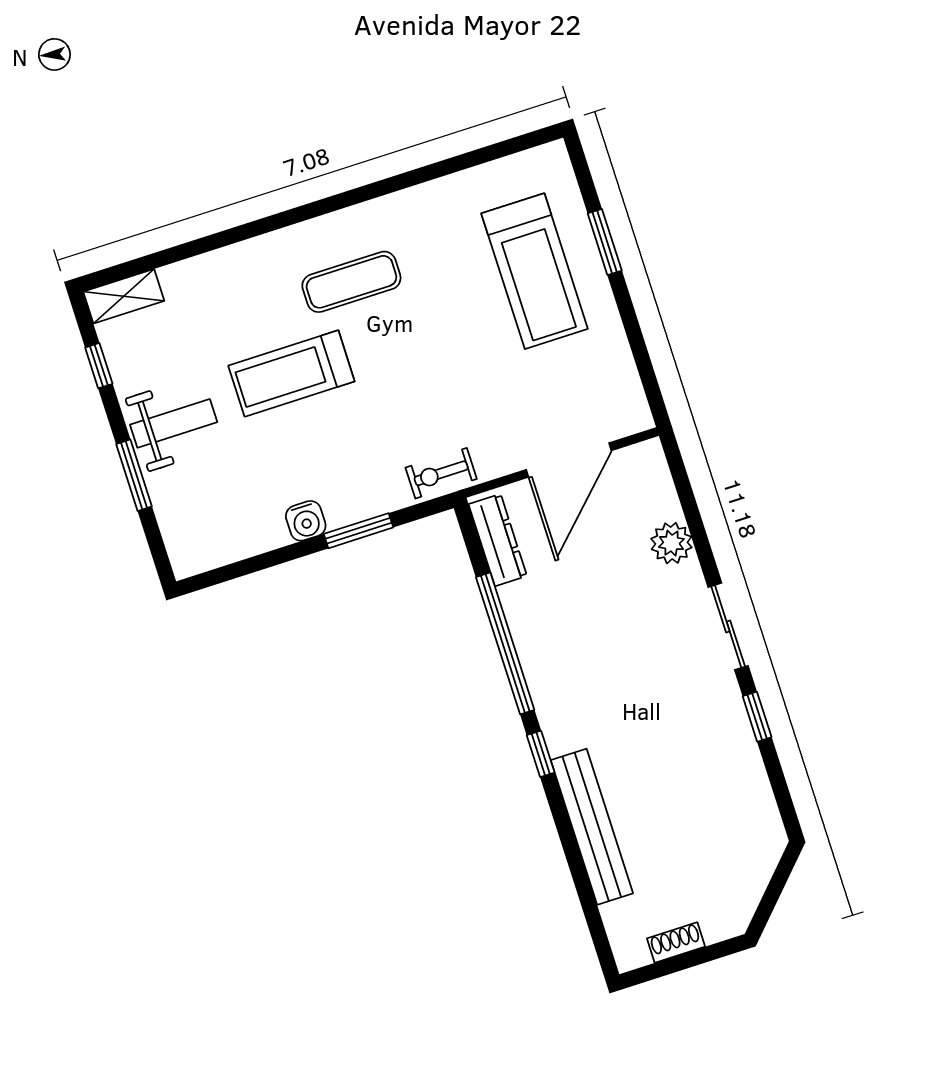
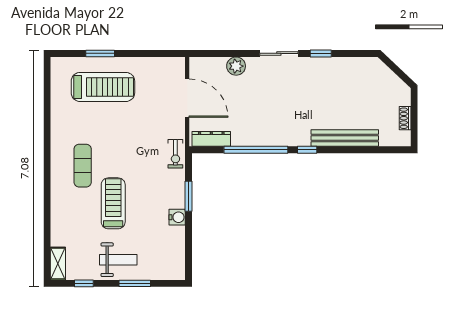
treadmill: (291, 373) -> (113, 203), turned 180
weight bench: (174, 423) -> (118, 260), turned 90

